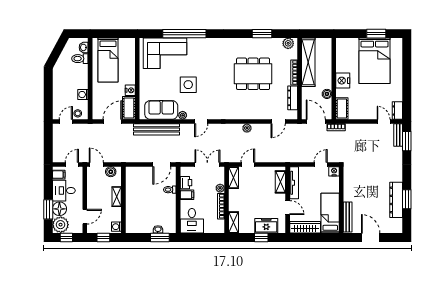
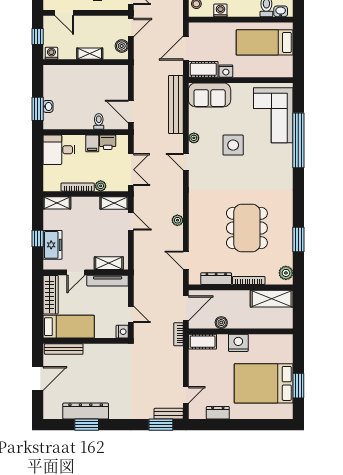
shelving: (308, 62) -> (272, 299), width x0.68
sofa: (161, 110) -> (210, 95), moved, turned 90
dresser: (397, 111) -> (218, 413), moved
door: (112, 122) -> (186, 48), swing flipped

